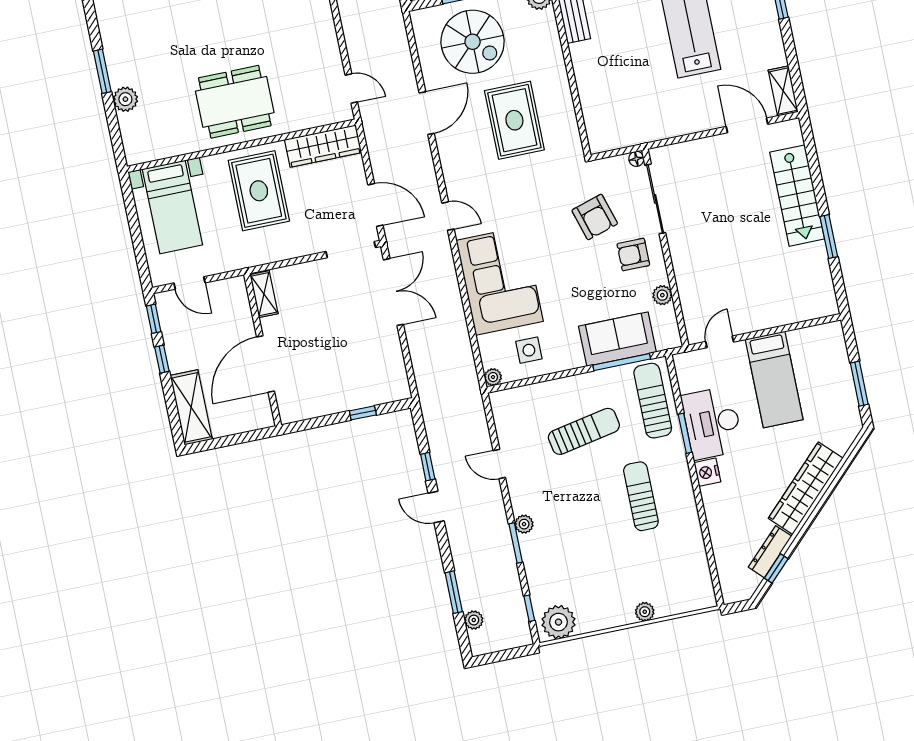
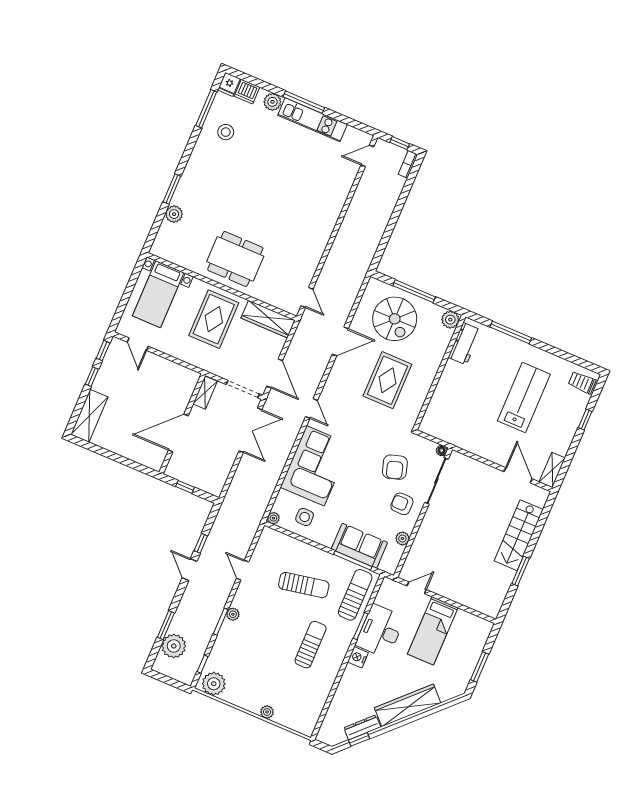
shelving: (264, 294) -> (205, 393), moved
wall: (263, 350) -> (182, 424), moved
door: (266, 364) -> (178, 433), moved
plant: (474, 620) -> (174, 646), width x1.87, depth x1.87

